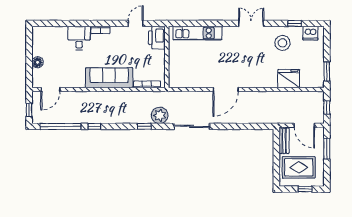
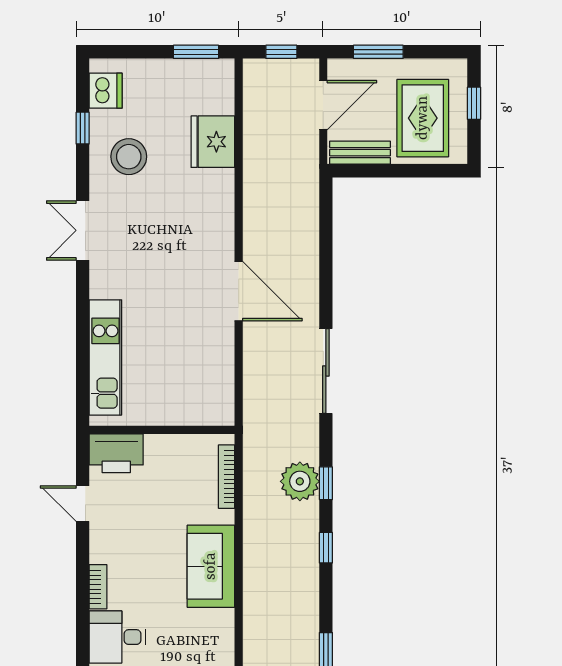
sofa: (109, 78) -> (211, 566), width x0.73
plant: (160, 115) -> (300, 481), moved
window: (94, 126) -> (326, 548), moved

